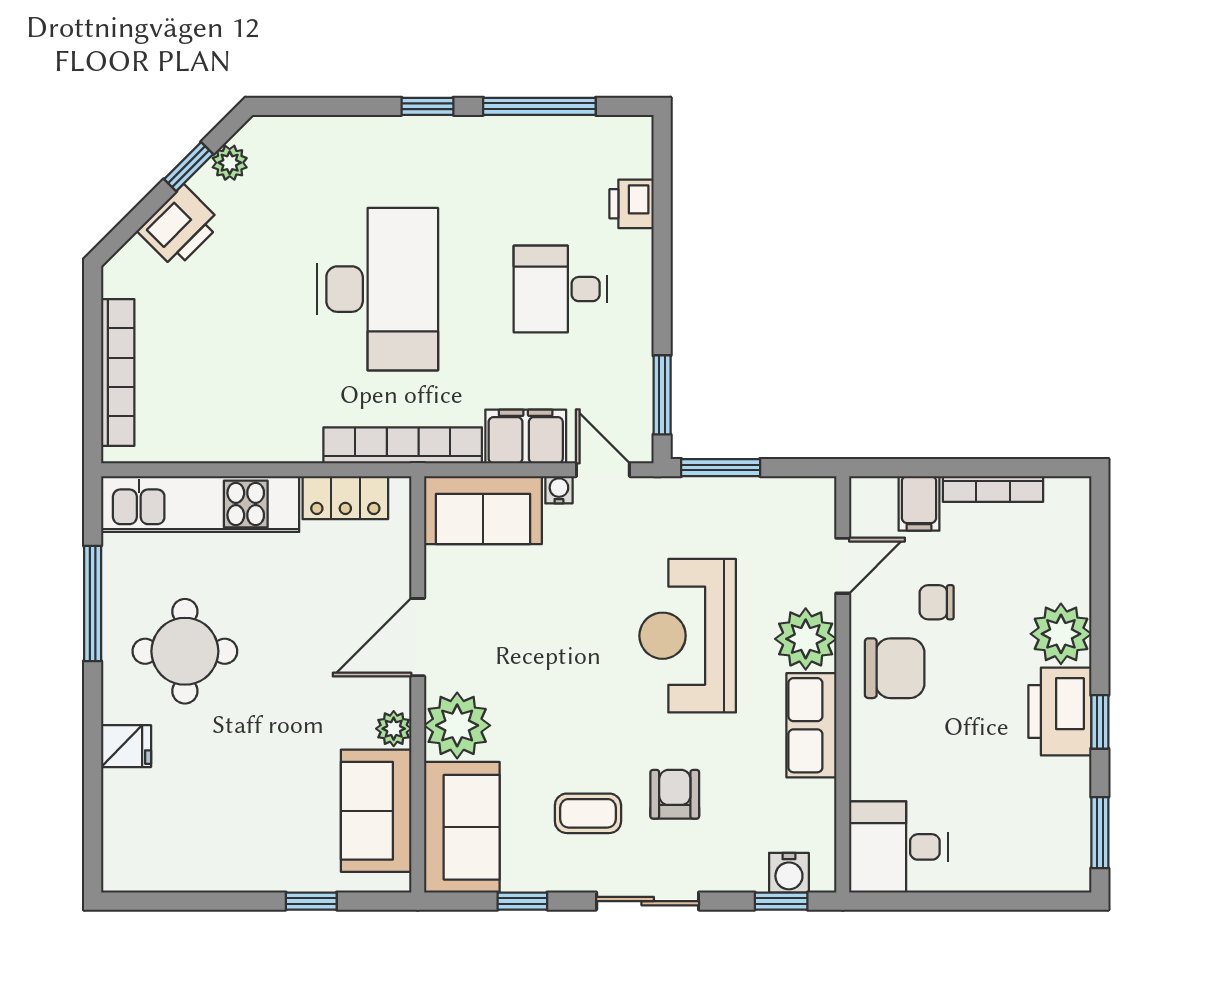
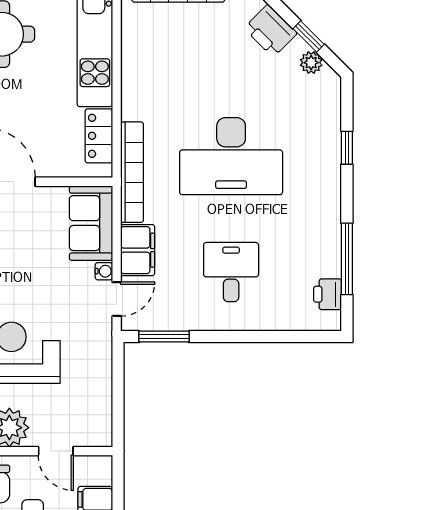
window: (427, 106) -> (347, 148), moved
printer: (632, 204) -> (328, 294), moved, turned -90
window: (721, 468) -> (118, 374), removed

